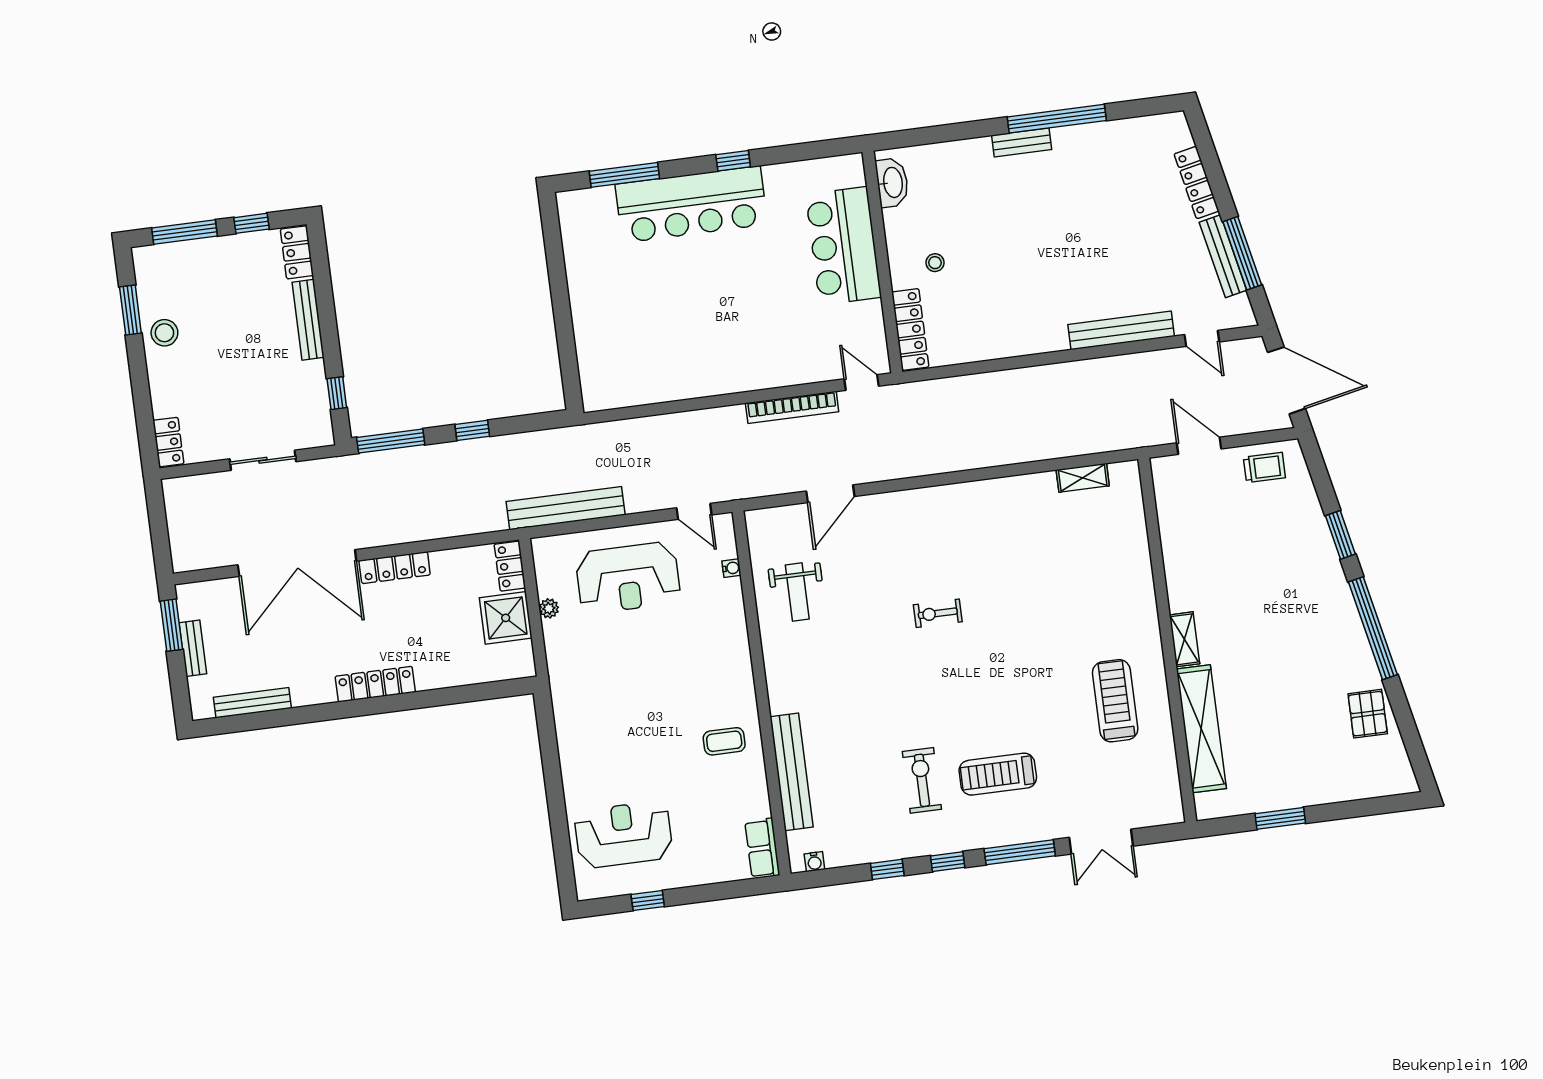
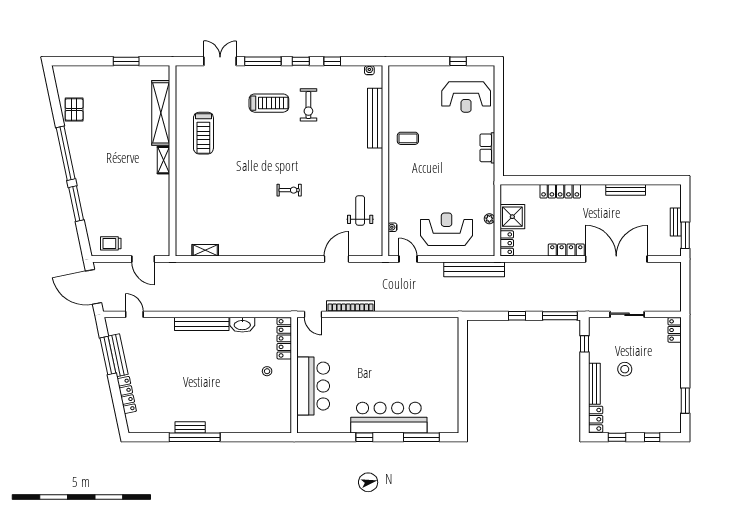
bench: (1022, 142) -> (190, 427), moved
washbasin: (892, 183) -> (242, 325), moved, turned -90
window: (185, 232) -> (652, 437), width x0.46
bench: (1121, 330) -> (202, 324), moved
stool: (164, 333) -> (625, 369), moved
window: (1340, 535) -> (76, 204), width x1.44
locker: (375, 684) -> (560, 191), moved
bench: (252, 703) -> (626, 190), moved
row of seats: (762, 848) -> (487, 148), moved, turned 180

